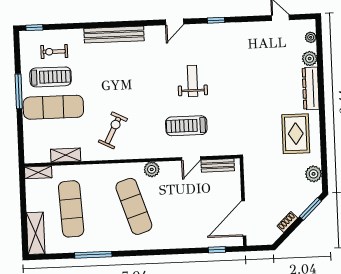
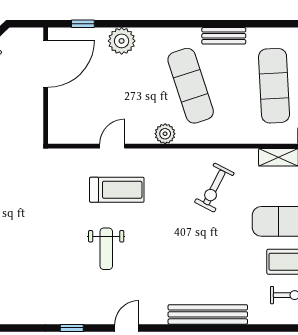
bench: (218, 165) -> (224, 36), moved
plant: (187, 238) -> (122, 41), added
window: (93, 255) -> (247, 24), removed

